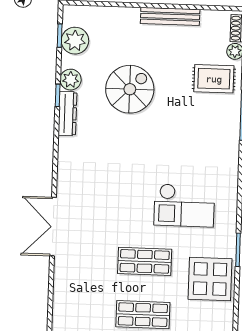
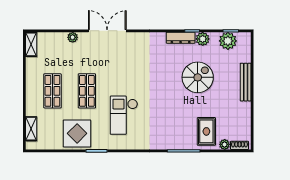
bench: (170, 16) -> (246, 82), moved
spiral stairs: (130, 89) -> (198, 77), turned -90
plant: (61, 281) -> (73, 37), added

